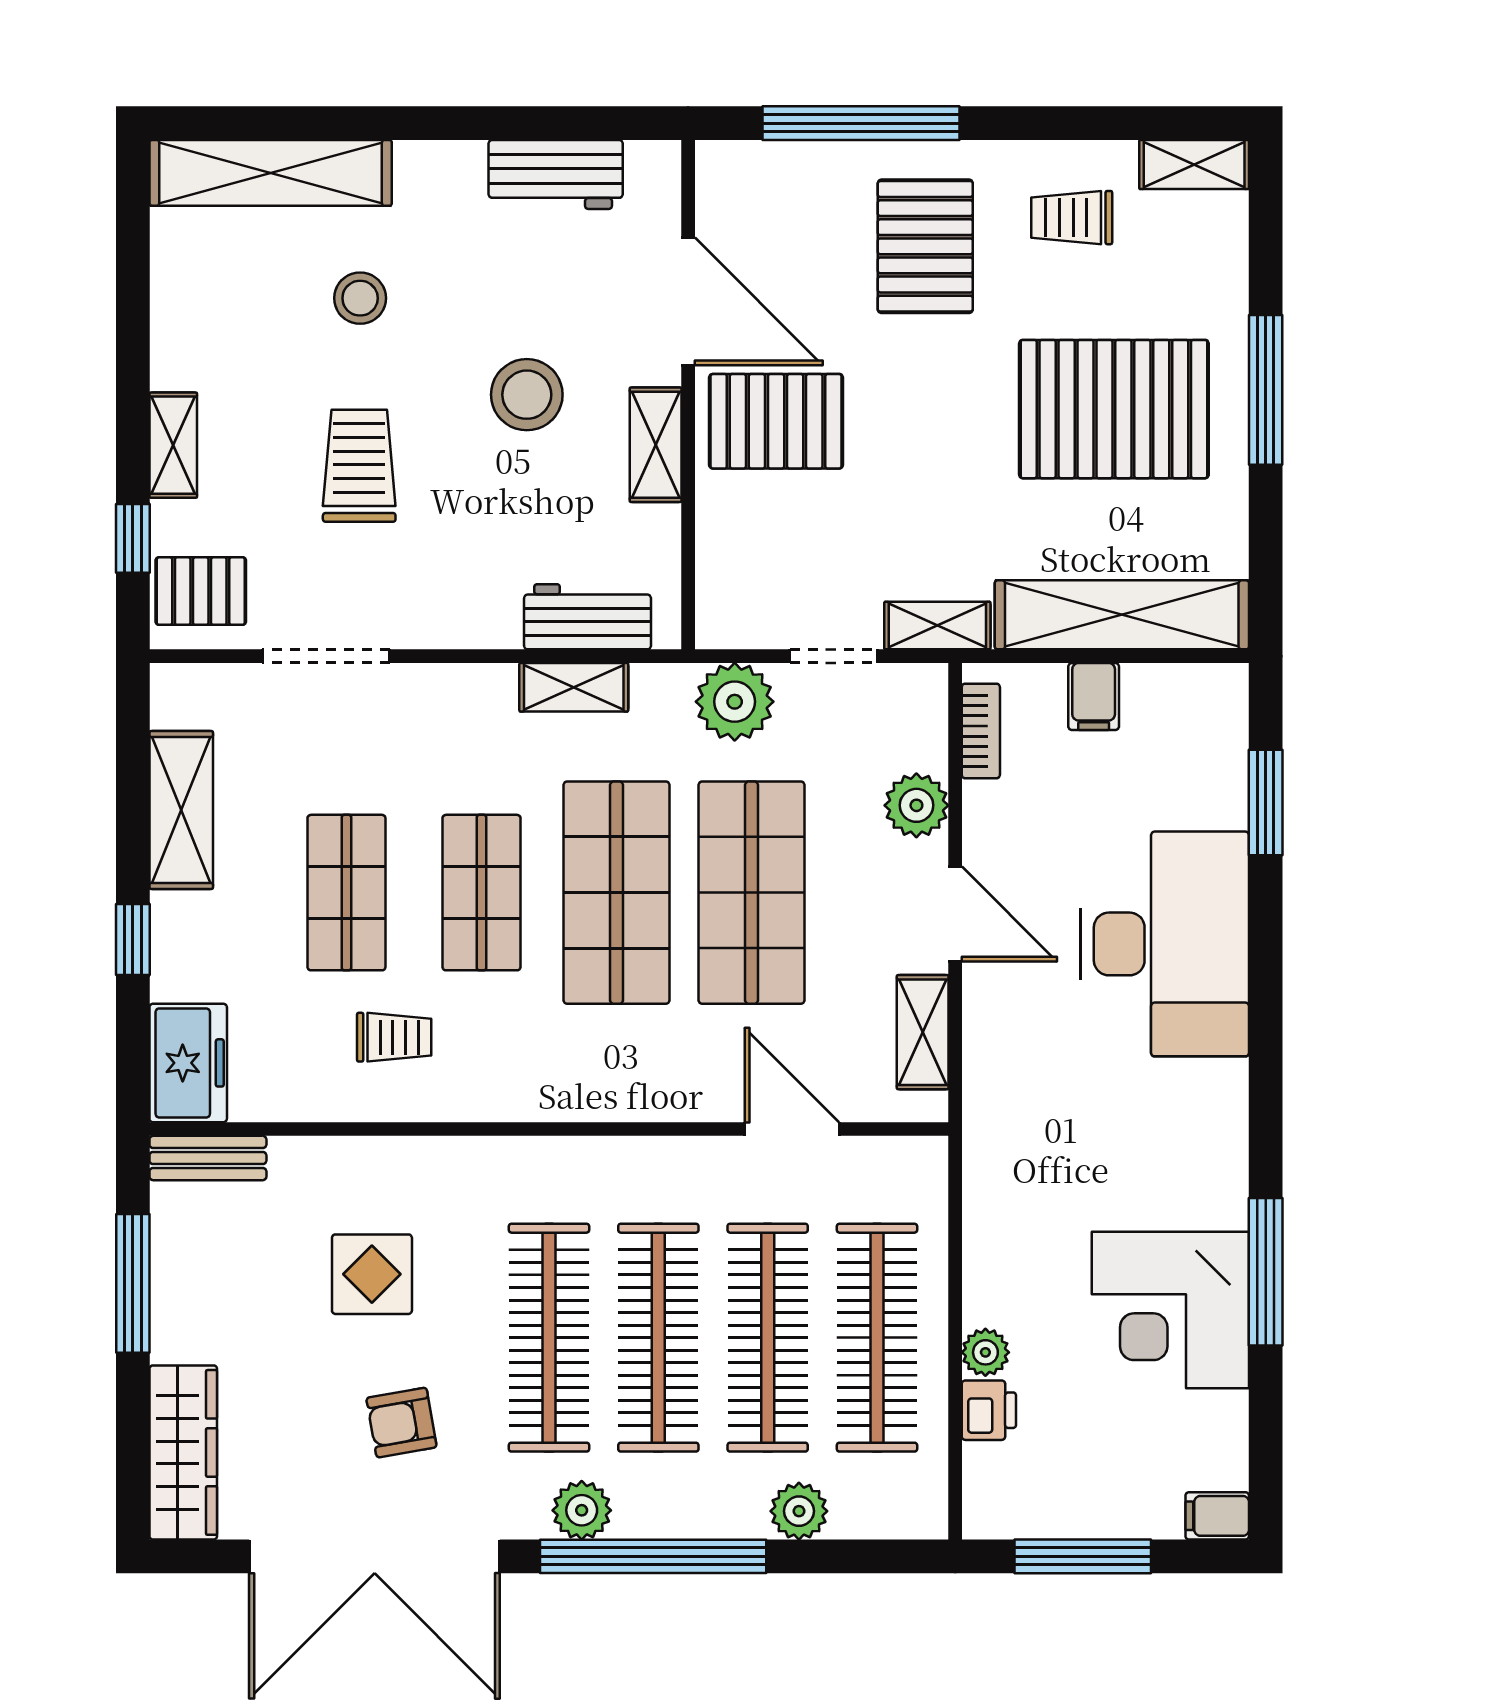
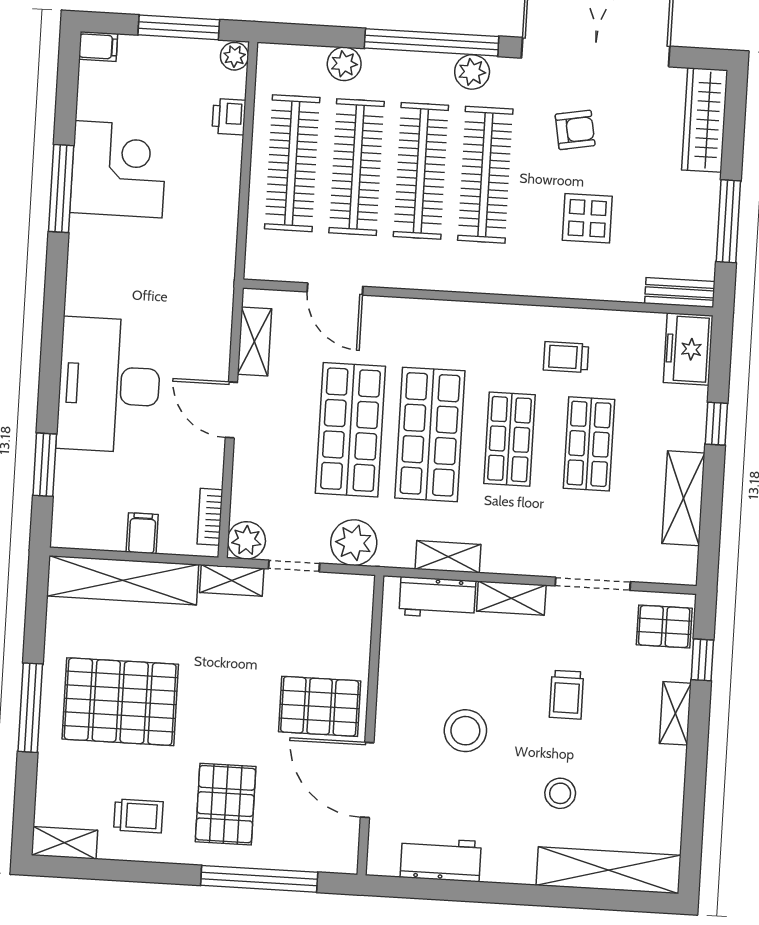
shelving: (656, 445) -> (511, 598), moved, turned 90
trolley: (359, 466) -> (567, 695), width x0.73, depth x0.72
plant: (916, 805) -> (246, 540), moved
plant: (985, 1352) -> (234, 56), moved

